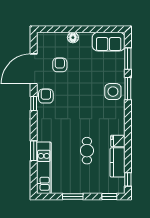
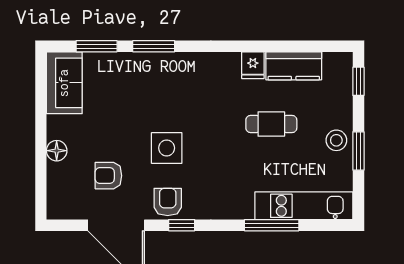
side table: (113, 92) -> (167, 148), moved
armchair: (46, 96) -> (168, 202), turned 90
window: (34, 151) -> (272, 225), width x1.44
window: (128, 179) -> (326, 46), removed
stool: (78, 185) -> (336, 140), added

